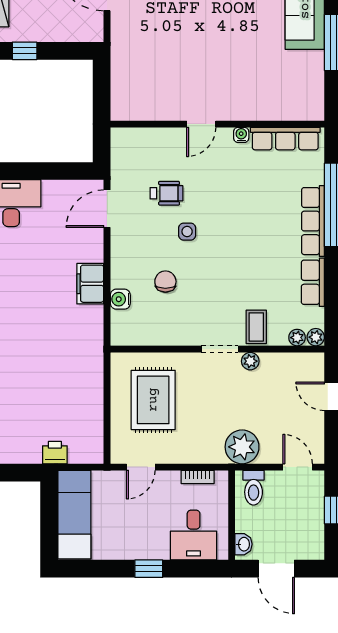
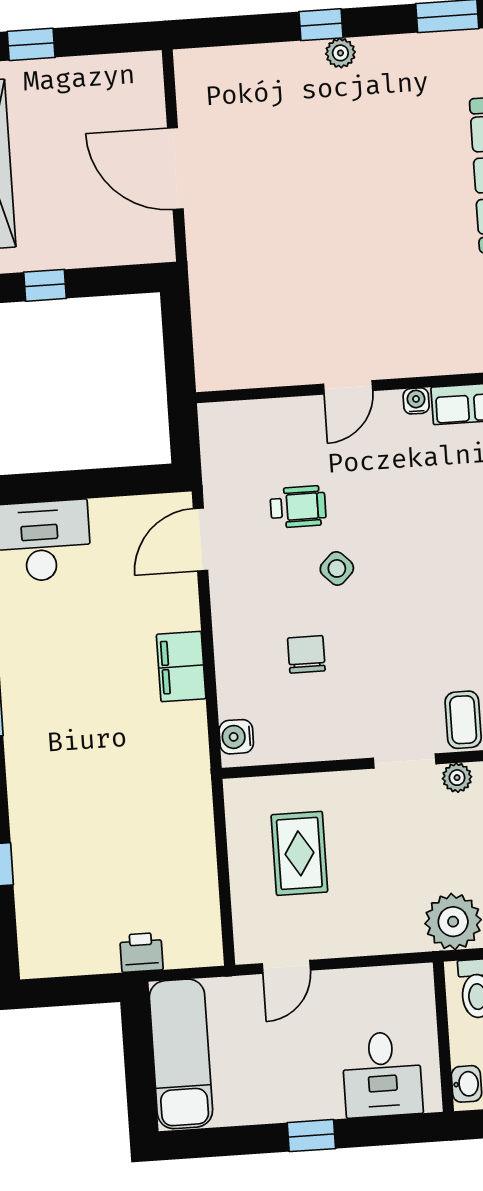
side table: (187, 232) -> (337, 568), turned 45
water cooler: (120, 299) -> (236, 737), moved
rug: (153, 400) -> (299, 853), width x0.73, depth x0.70
bookcase: (198, 477) -> (382, 977), removed

